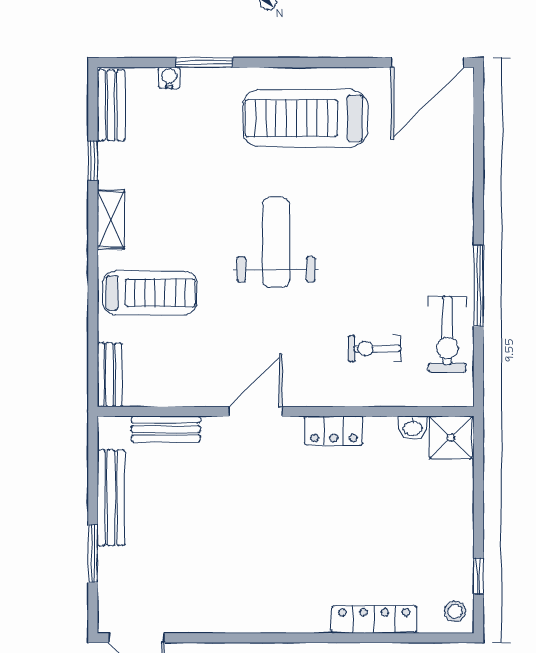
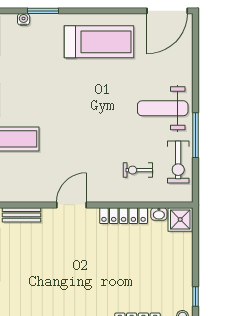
treadmill: (305, 118) -> (99, 42), turned 180
weight bench: (276, 242) -> (163, 108), moved, turned -90
locker: (334, 431) -> (124, 216), width x1.53

